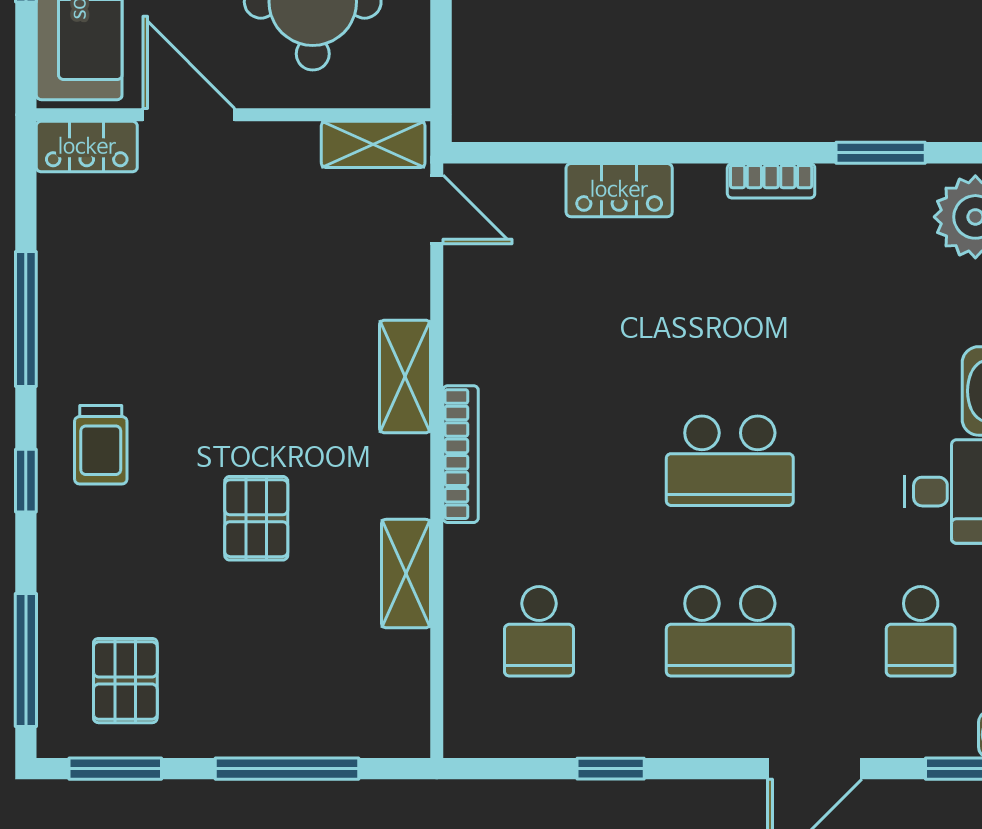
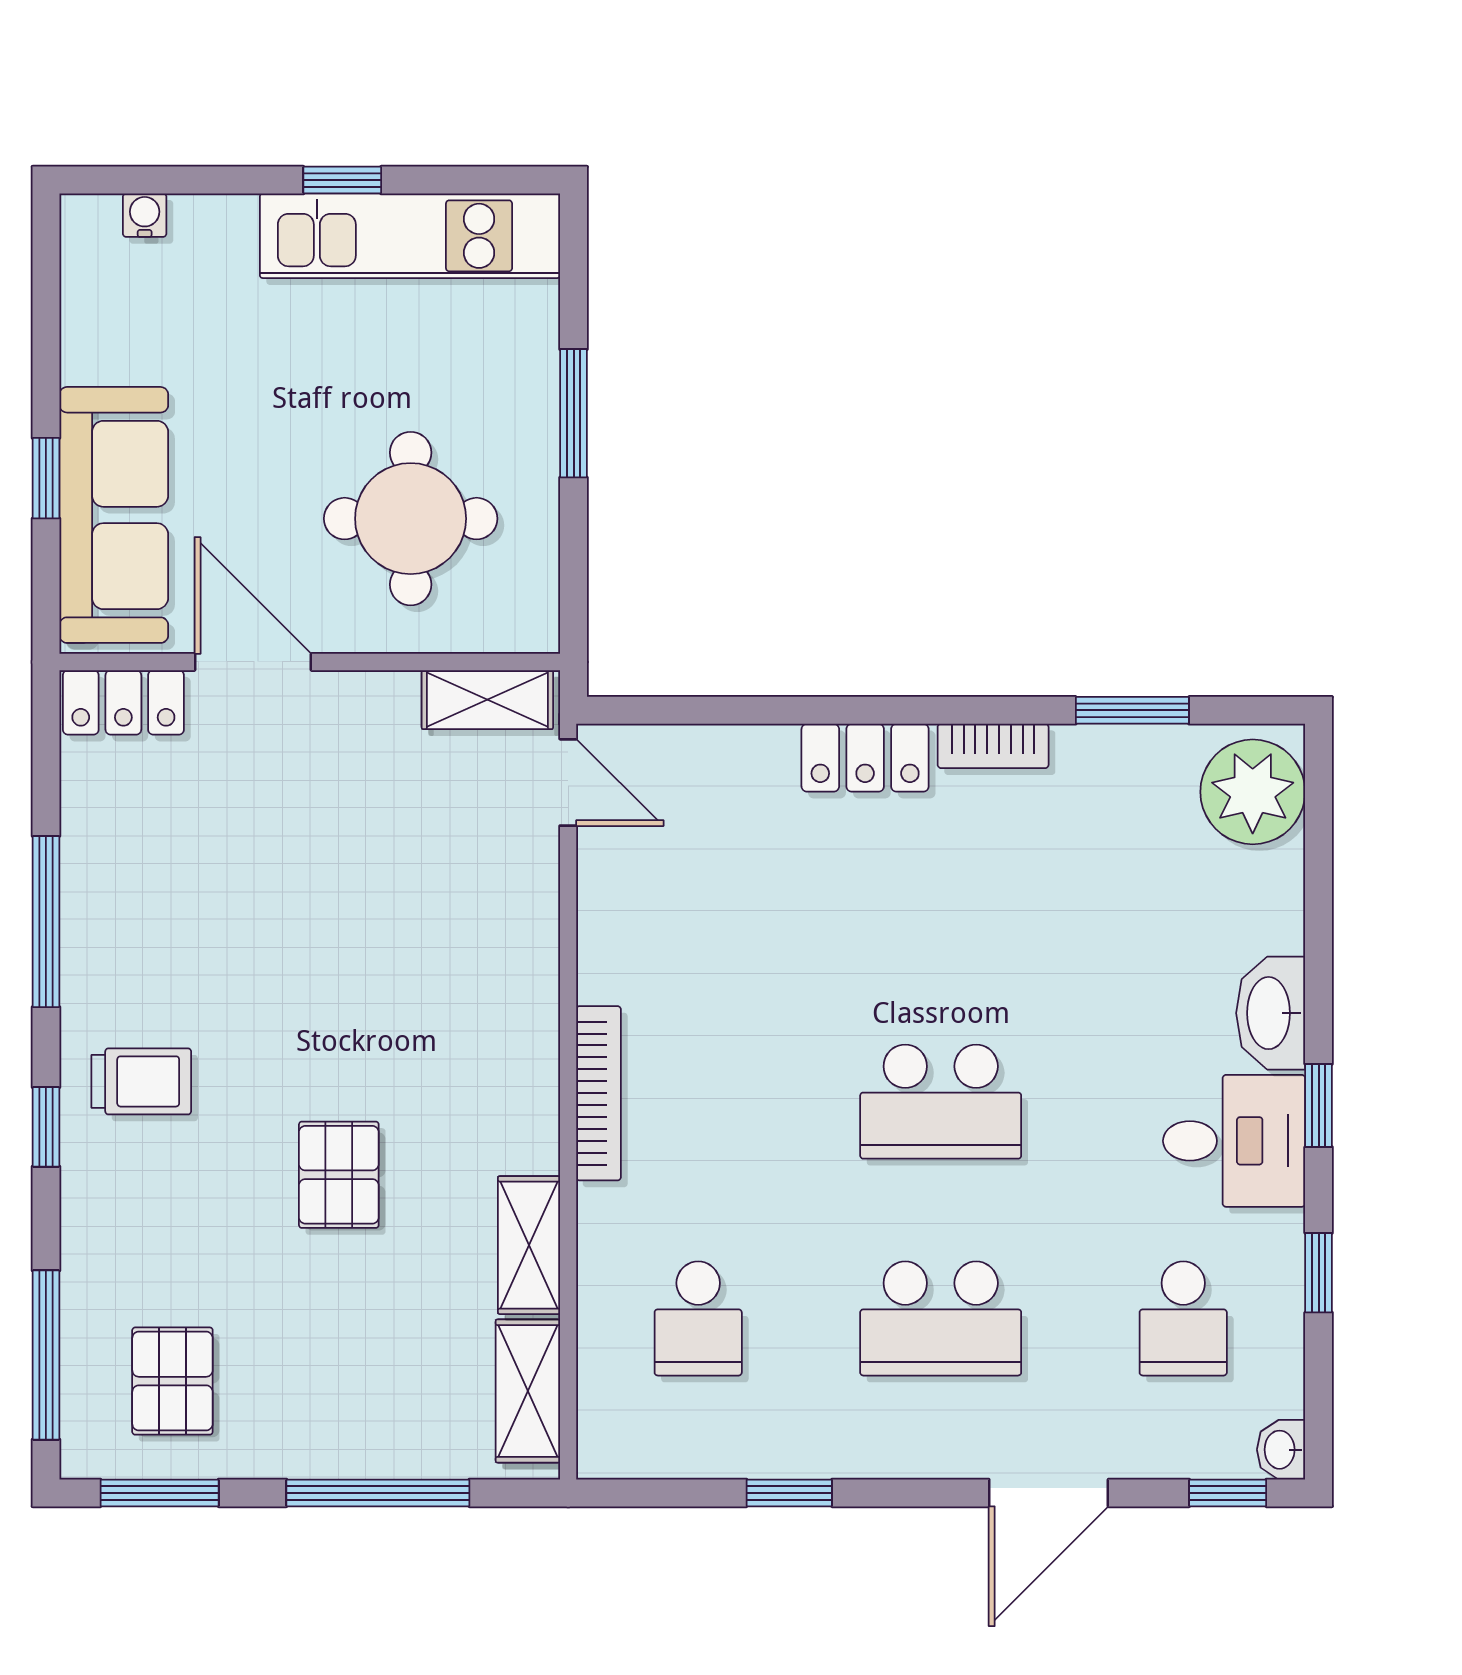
locker: (619, 190) -> (865, 758), moved
shelving: (405, 377) -> (528, 1391), moved
trolley: (101, 445) -> (141, 1081), turned -90

